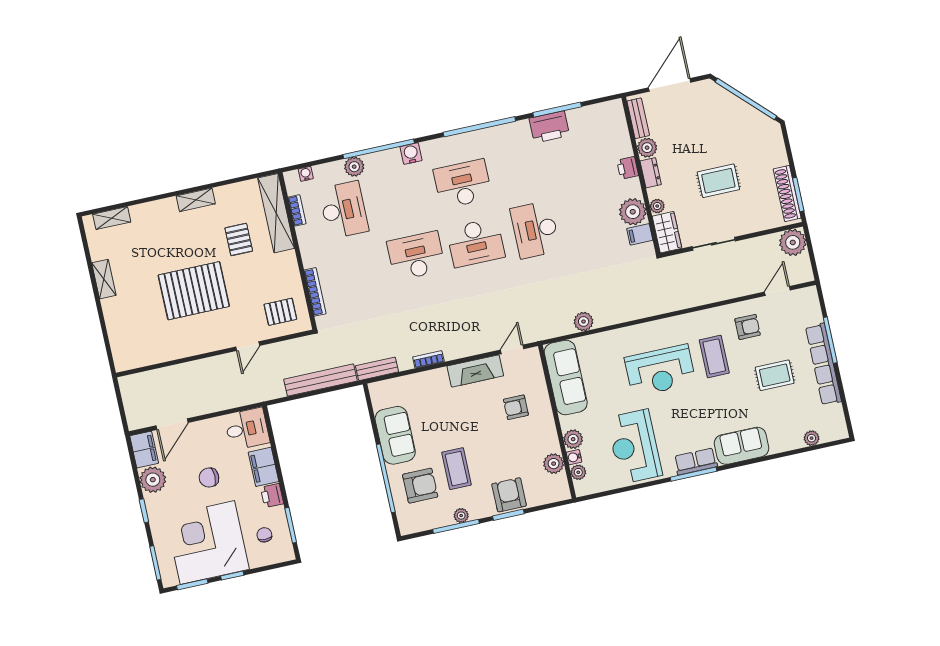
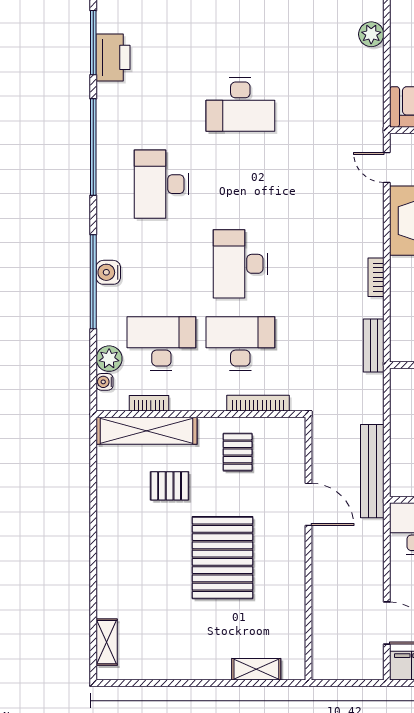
water cooler: (411, 154) -> (108, 272), moved
plant: (354, 167) -> (109, 359), moved
shelving: (196, 200) -> (107, 530), removed
desk: (476, 243) -> (240, 344), moved, turned -90
shelving: (104, 279) -> (256, 669), moved
pallet: (280, 312) -> (238, 452), moved
plant: (584, 322) -> (371, 34), moved
door: (248, 346) -> (308, 504), width x1.38
bench: (320, 380) -> (372, 471), moved

